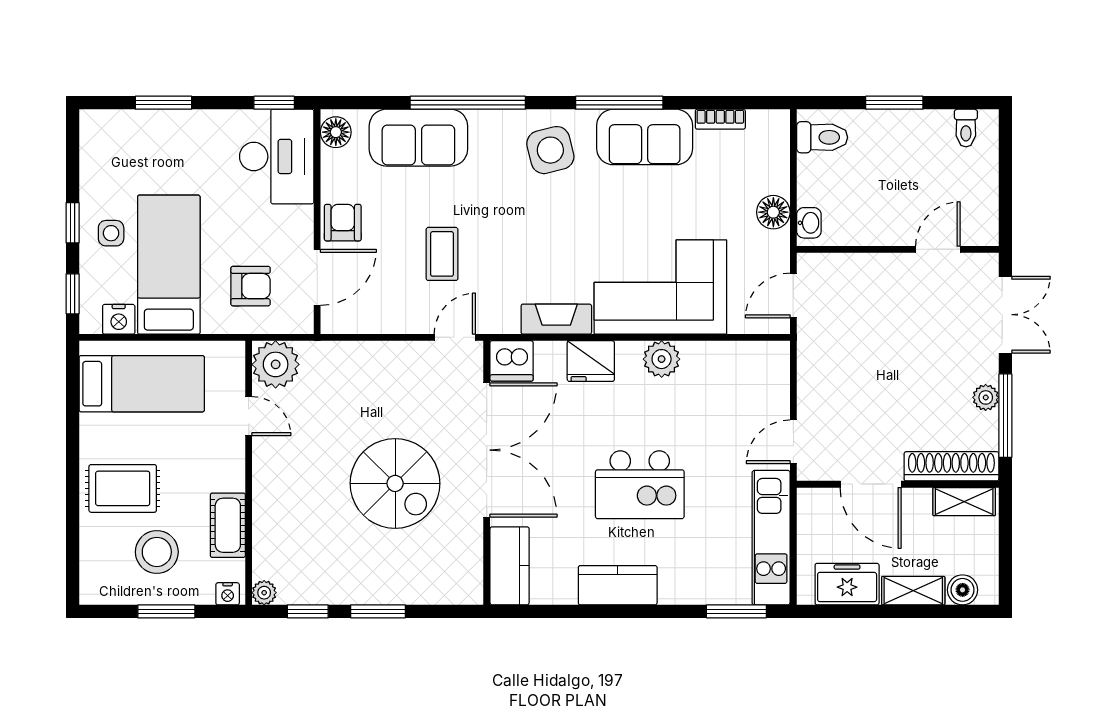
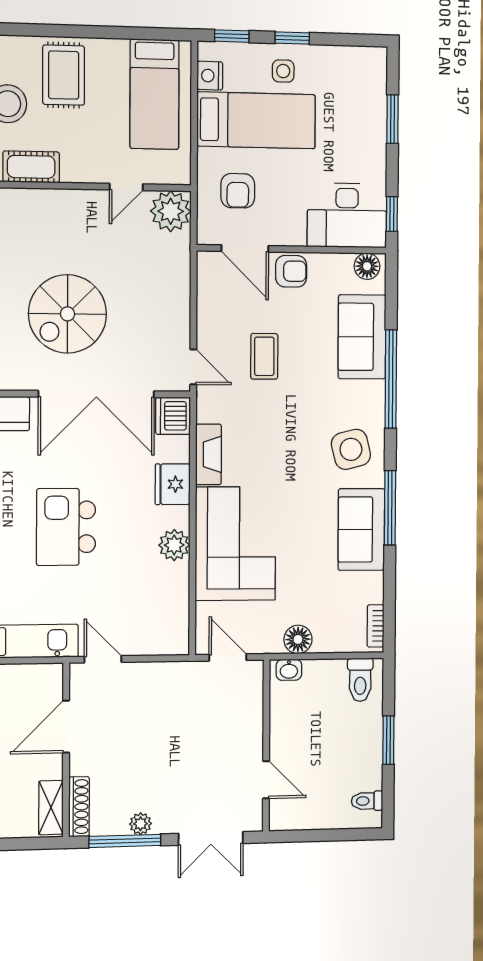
bookcase: (720, 119) -> (375, 626), moved
coffee table: (442, 254) -> (264, 356), turned 90
shoe rack: (951, 466) -> (79, 807), width x0.74, depth x0.81

